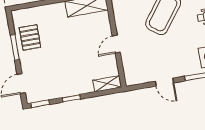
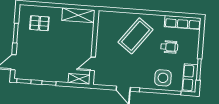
pallet: (30, 37) -> (39, 23), moved, turned 90
door: (116, 44) -> (93, 64), moved

